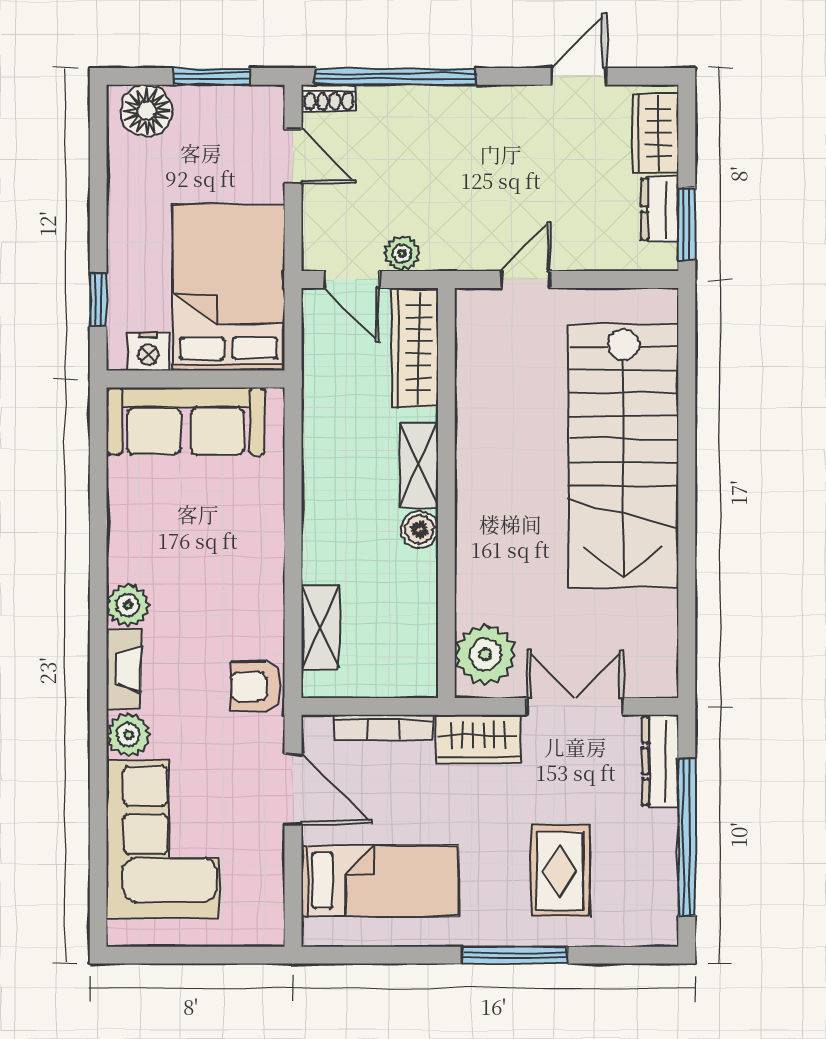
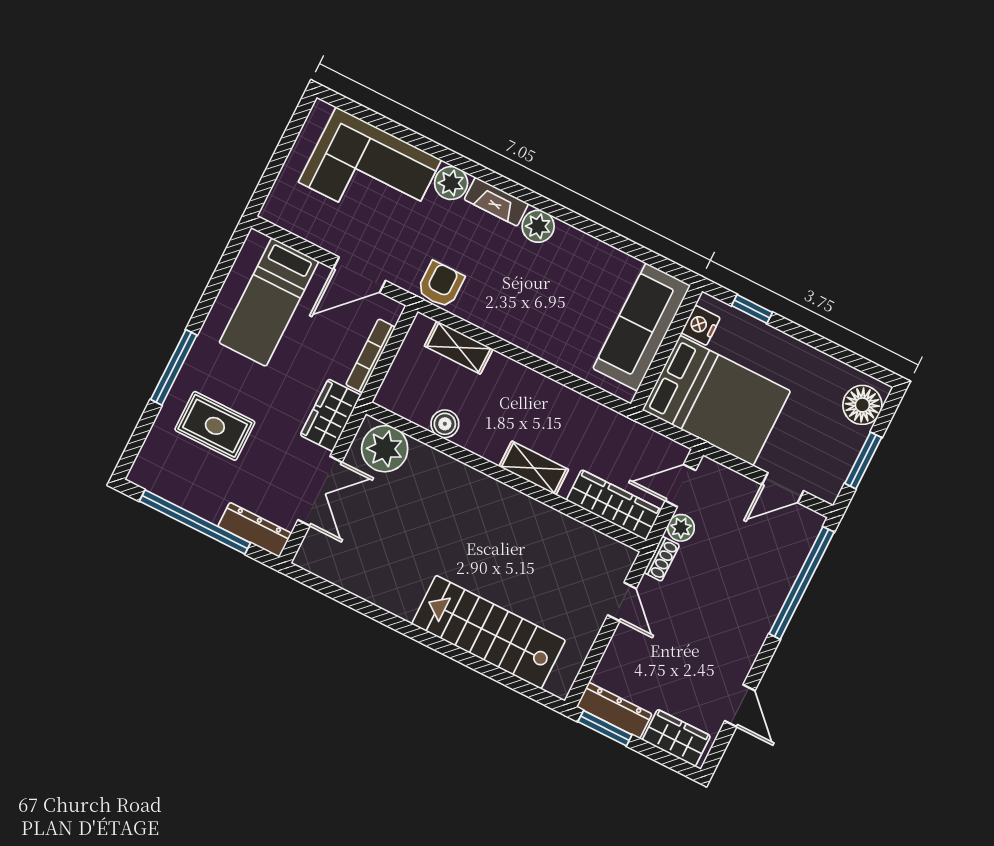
shoe rack: (329, 98) -> (662, 559), moved, turned 180
dresser: (660, 209) -> (614, 710), width x1.44
stairs: (623, 456) -> (489, 632), width x0.73, depth x0.66
boiler: (420, 529) -> (445, 424), moved

